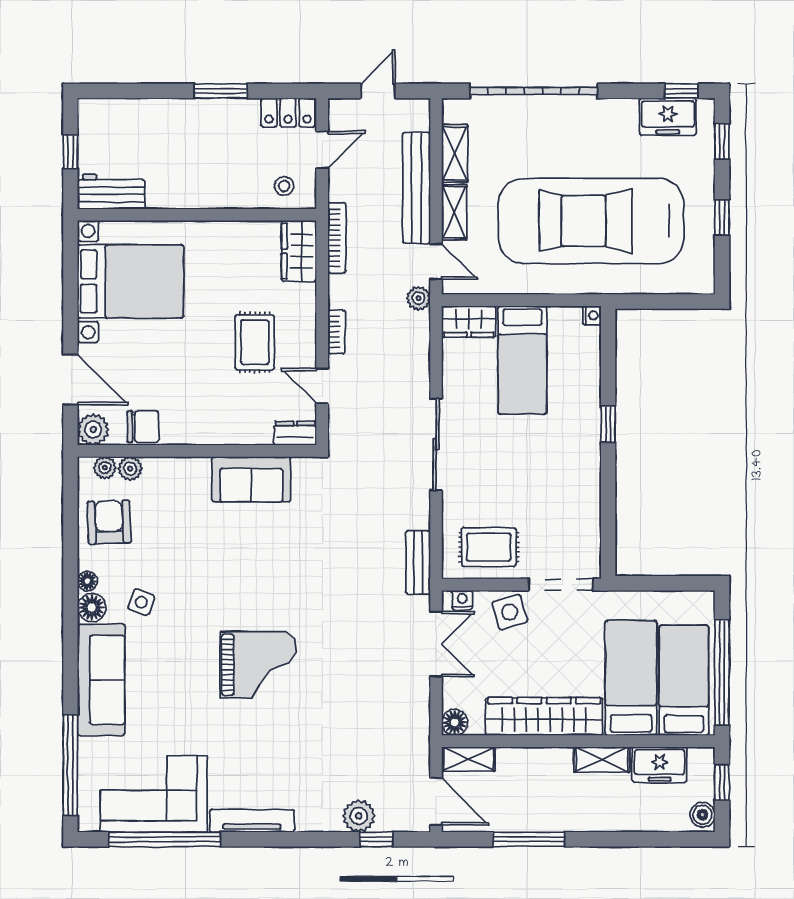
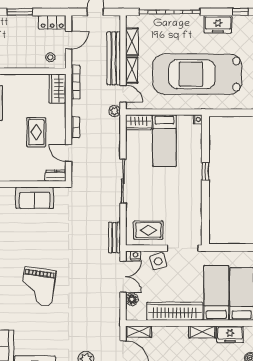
freezer: (668, 117) -> (218, 24), moved
grand piano: (258, 665) -> (38, 287), turned 98
floor lamp: (455, 722) -> (132, 299), moved

